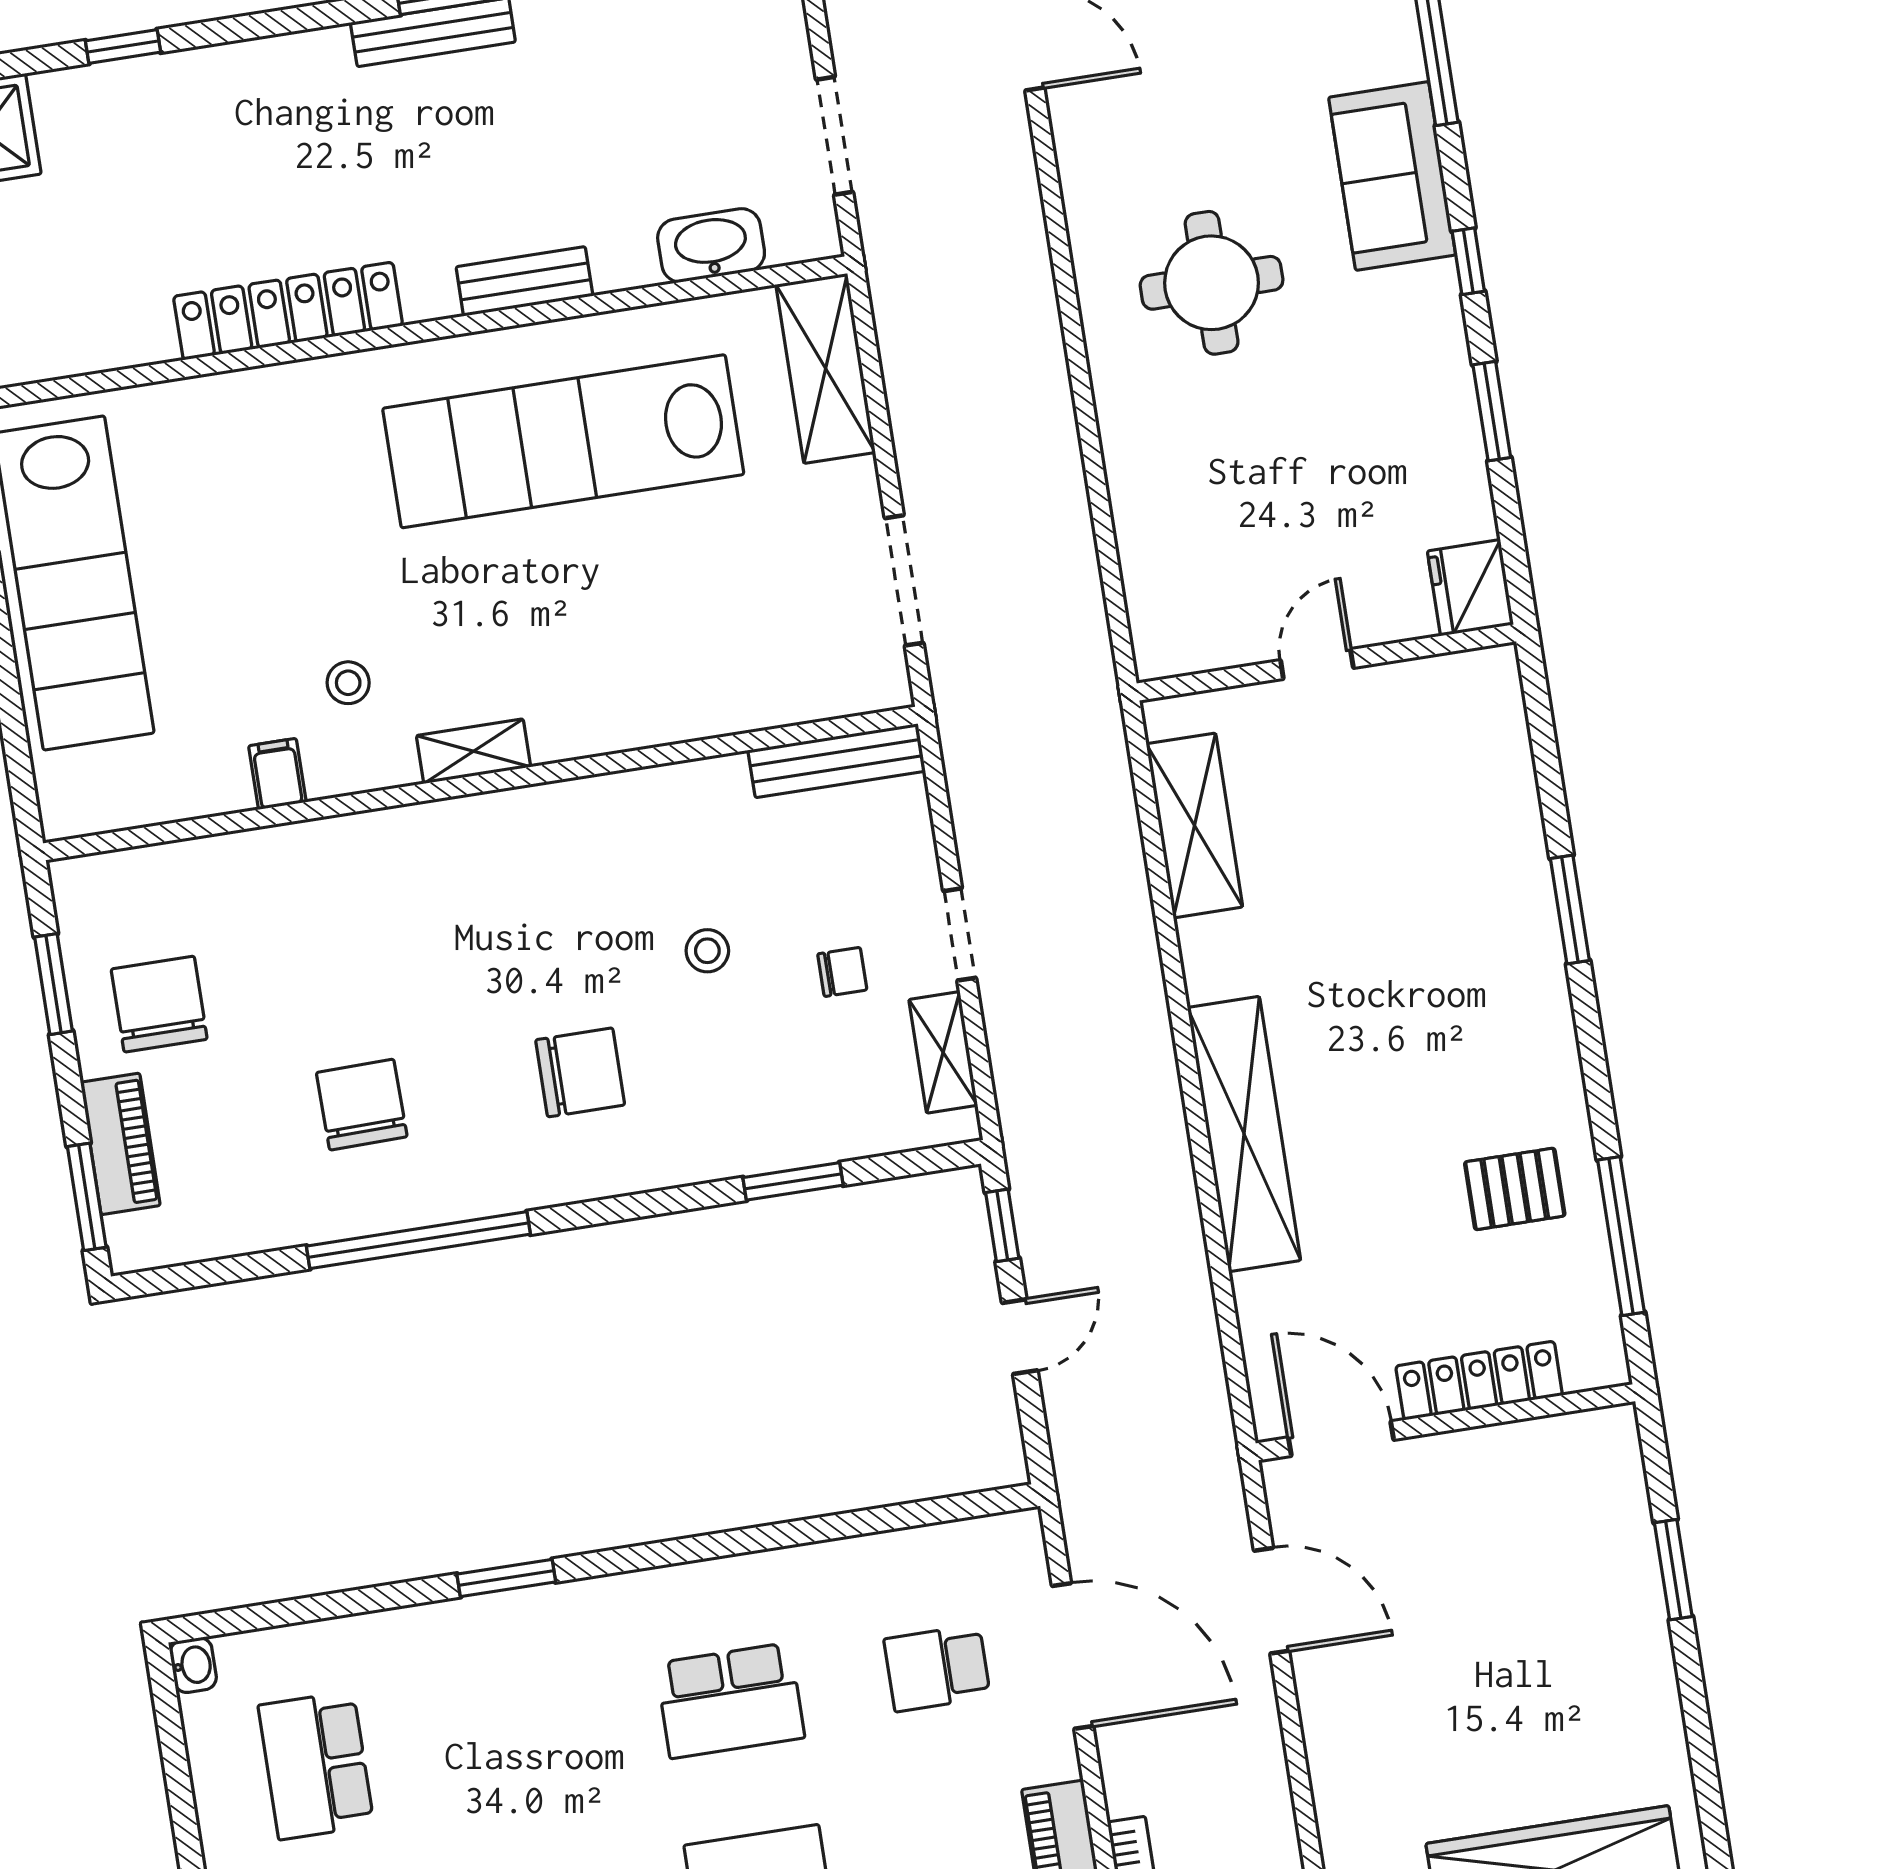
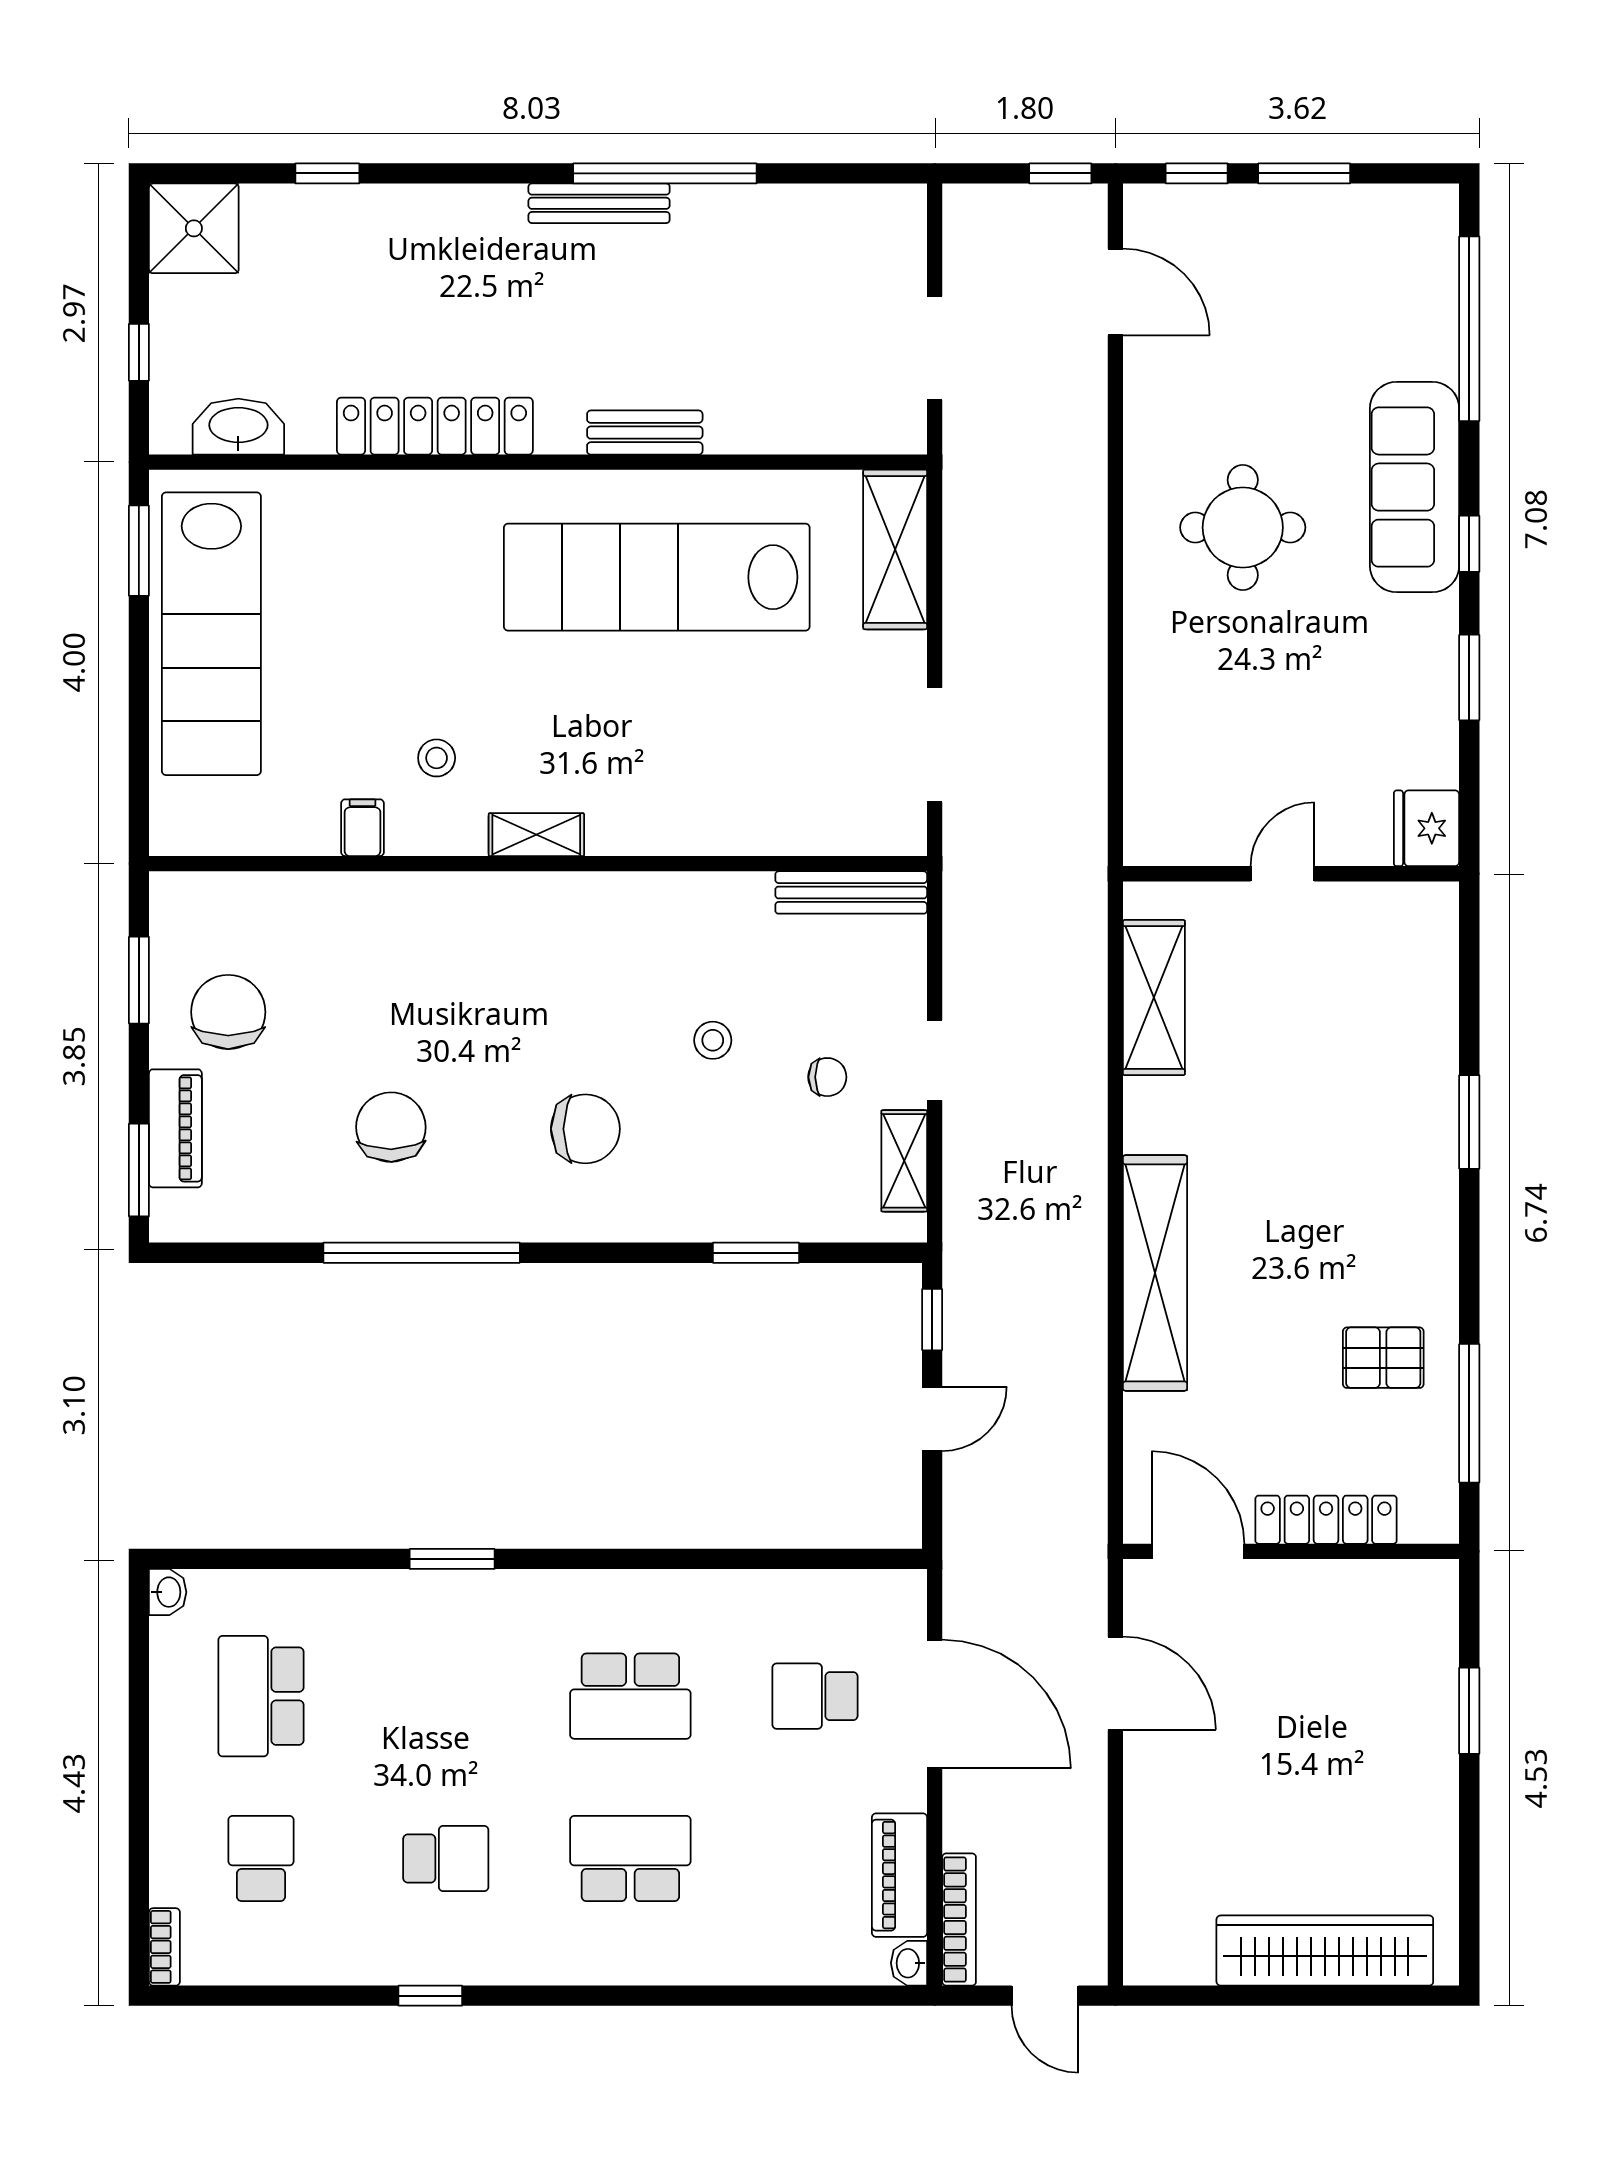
sofa: (1392, 176) -> (1414, 487), width x1.36
washbasin: (711, 245) -> (238, 427), moved

